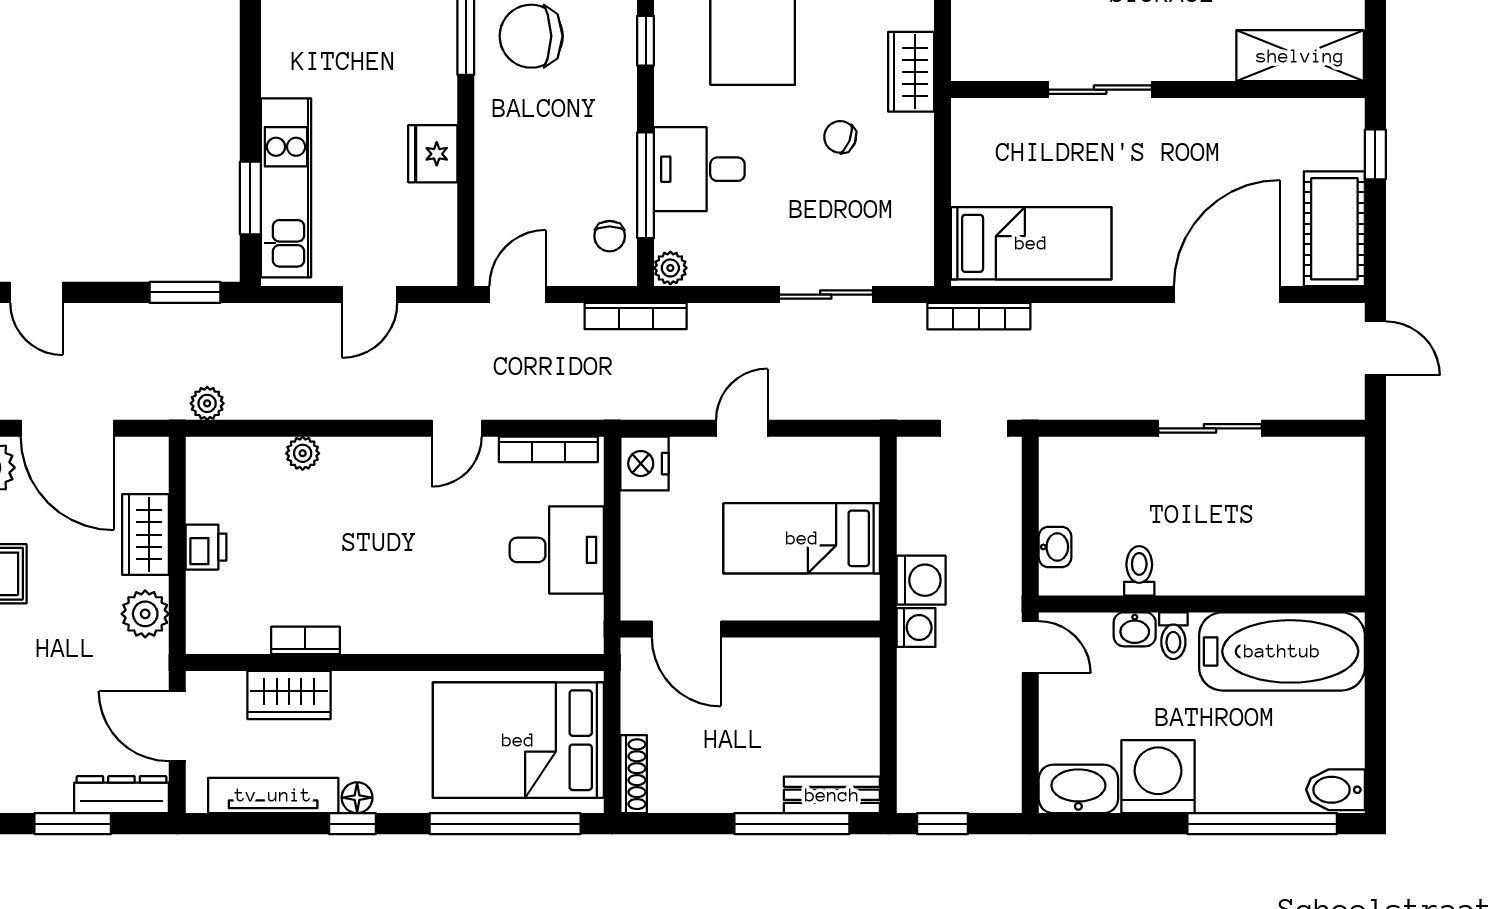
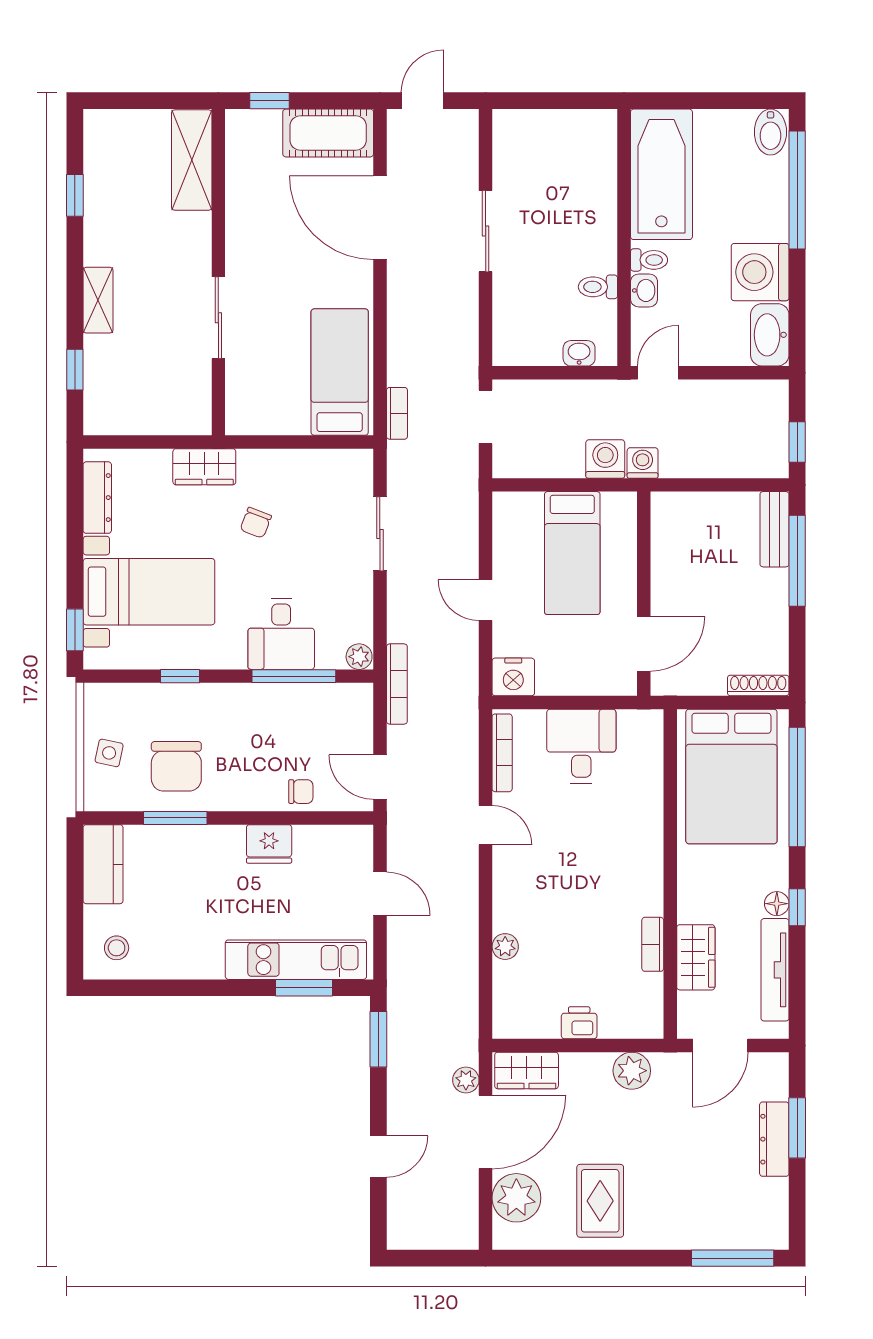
chair: (610, 236) -> (301, 792), moved
bookcase: (979, 316) -> (397, 413), width x0.64
plant: (207, 403) -> (466, 1080), moved
wardrobe: (145, 535) -> (527, 1070), moved
dresser: (121, 795) -> (774, 1139), moved

